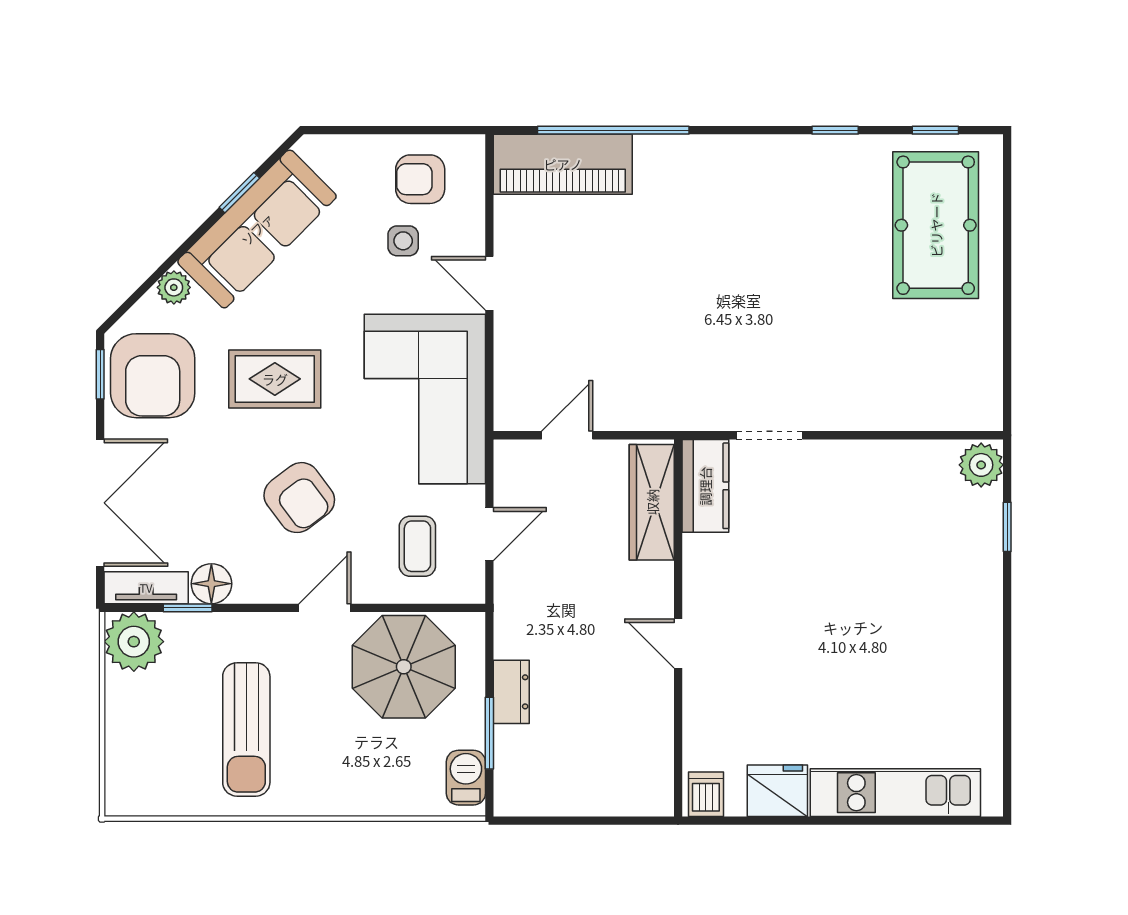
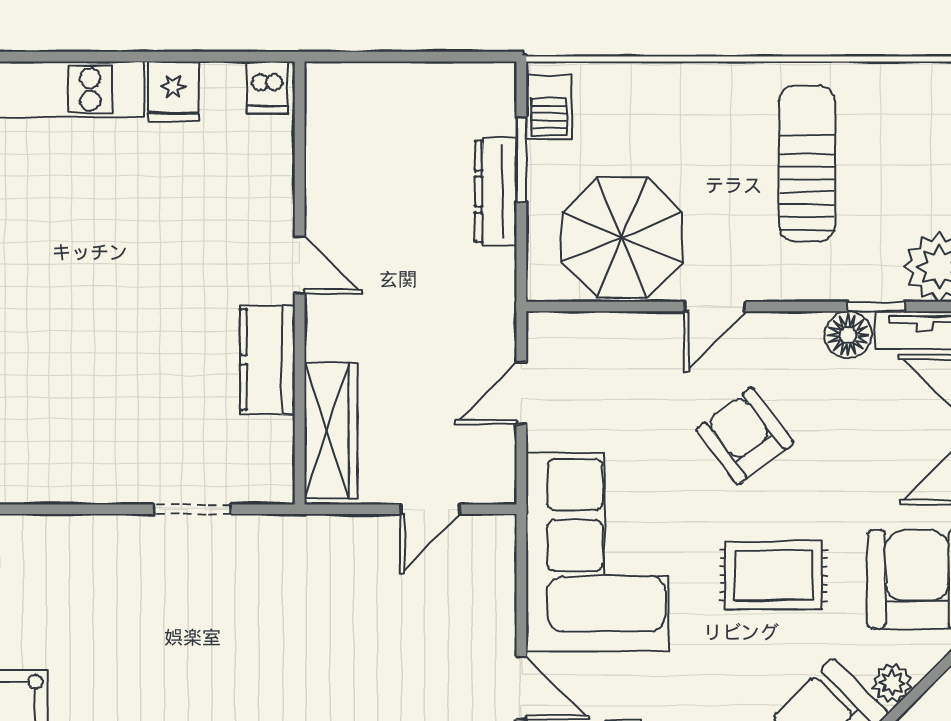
kitchen counter: (705, 486) -> (268, 360), moved
coffee table: (417, 546) -> (606, 379), removed
dresser: (511, 692) -> (496, 191), width x1.44
fridge: (777, 791) -> (173, 92), width x0.72

